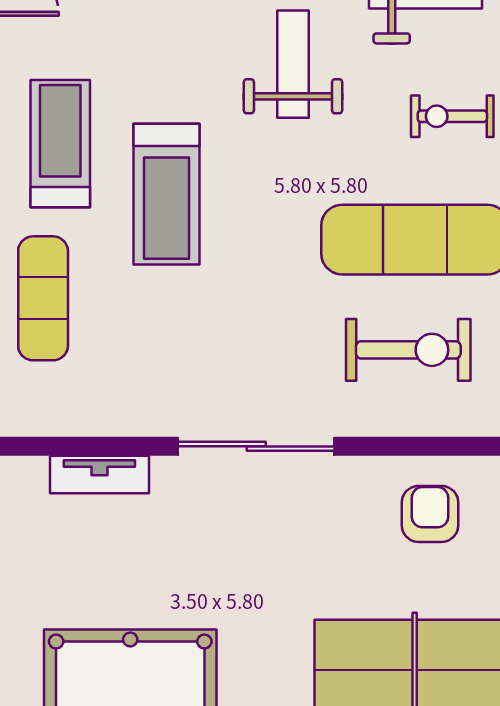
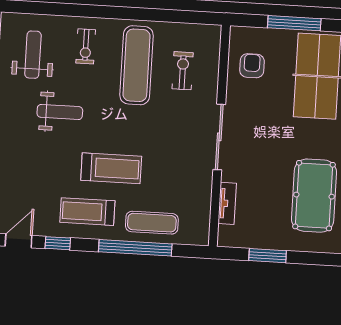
weight bench: (293, 64) -> (60, 112), turned 180
exercise bike: (408, 350) -> (183, 71), width x0.73, depth x0.72
armchair: (430, 514) -> (252, 66), turned 90

